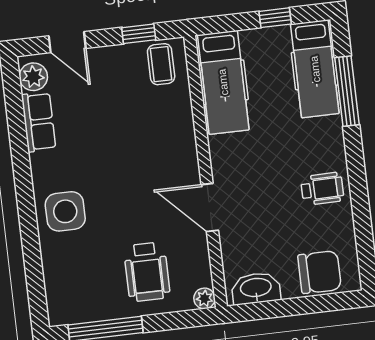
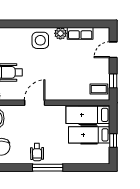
hospital bed: (315, 69) -> (89, 135), moved
plant: (33, 77) -> (60, 33), moved
window: (347, 91) -> (48, 168), moved

